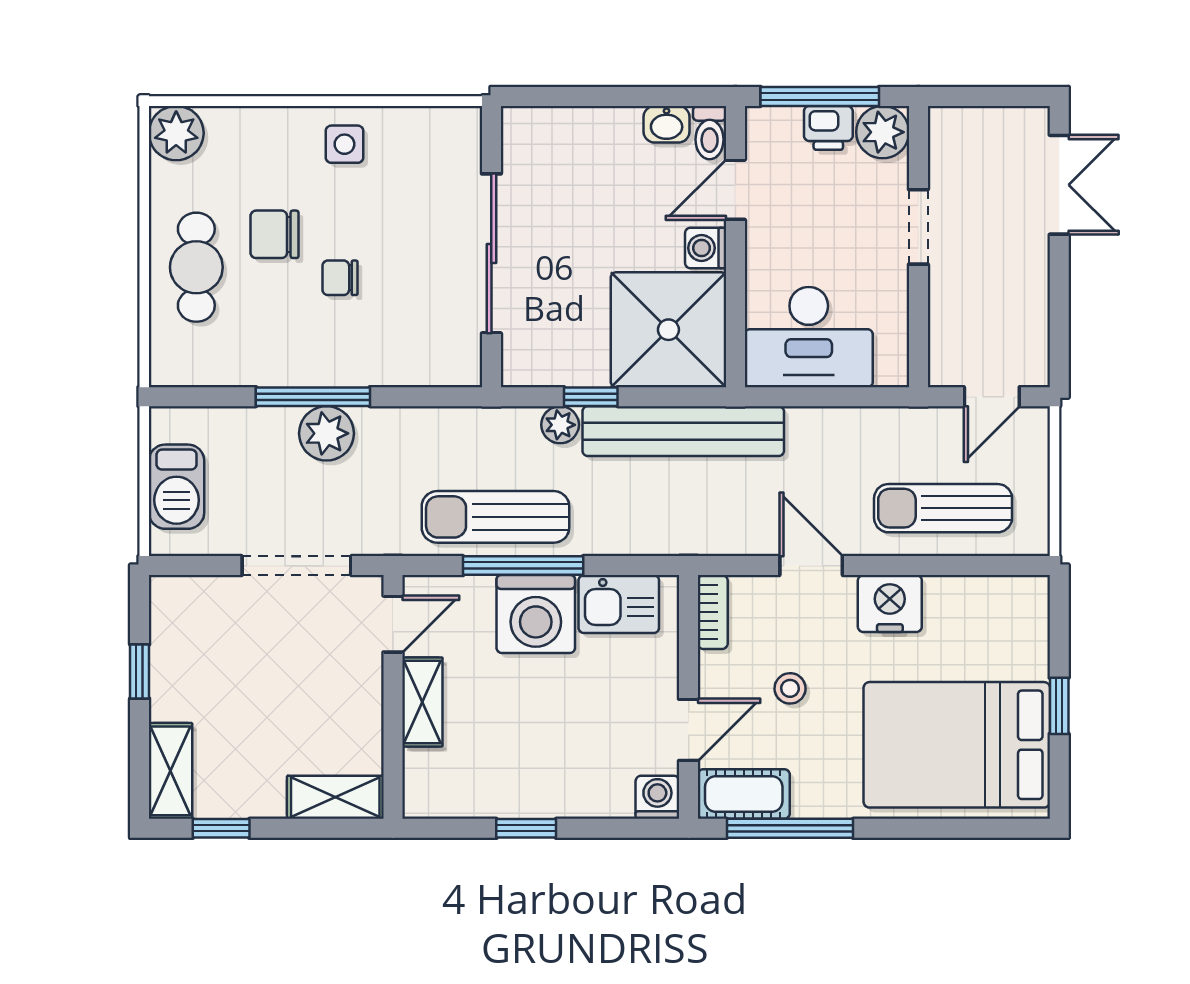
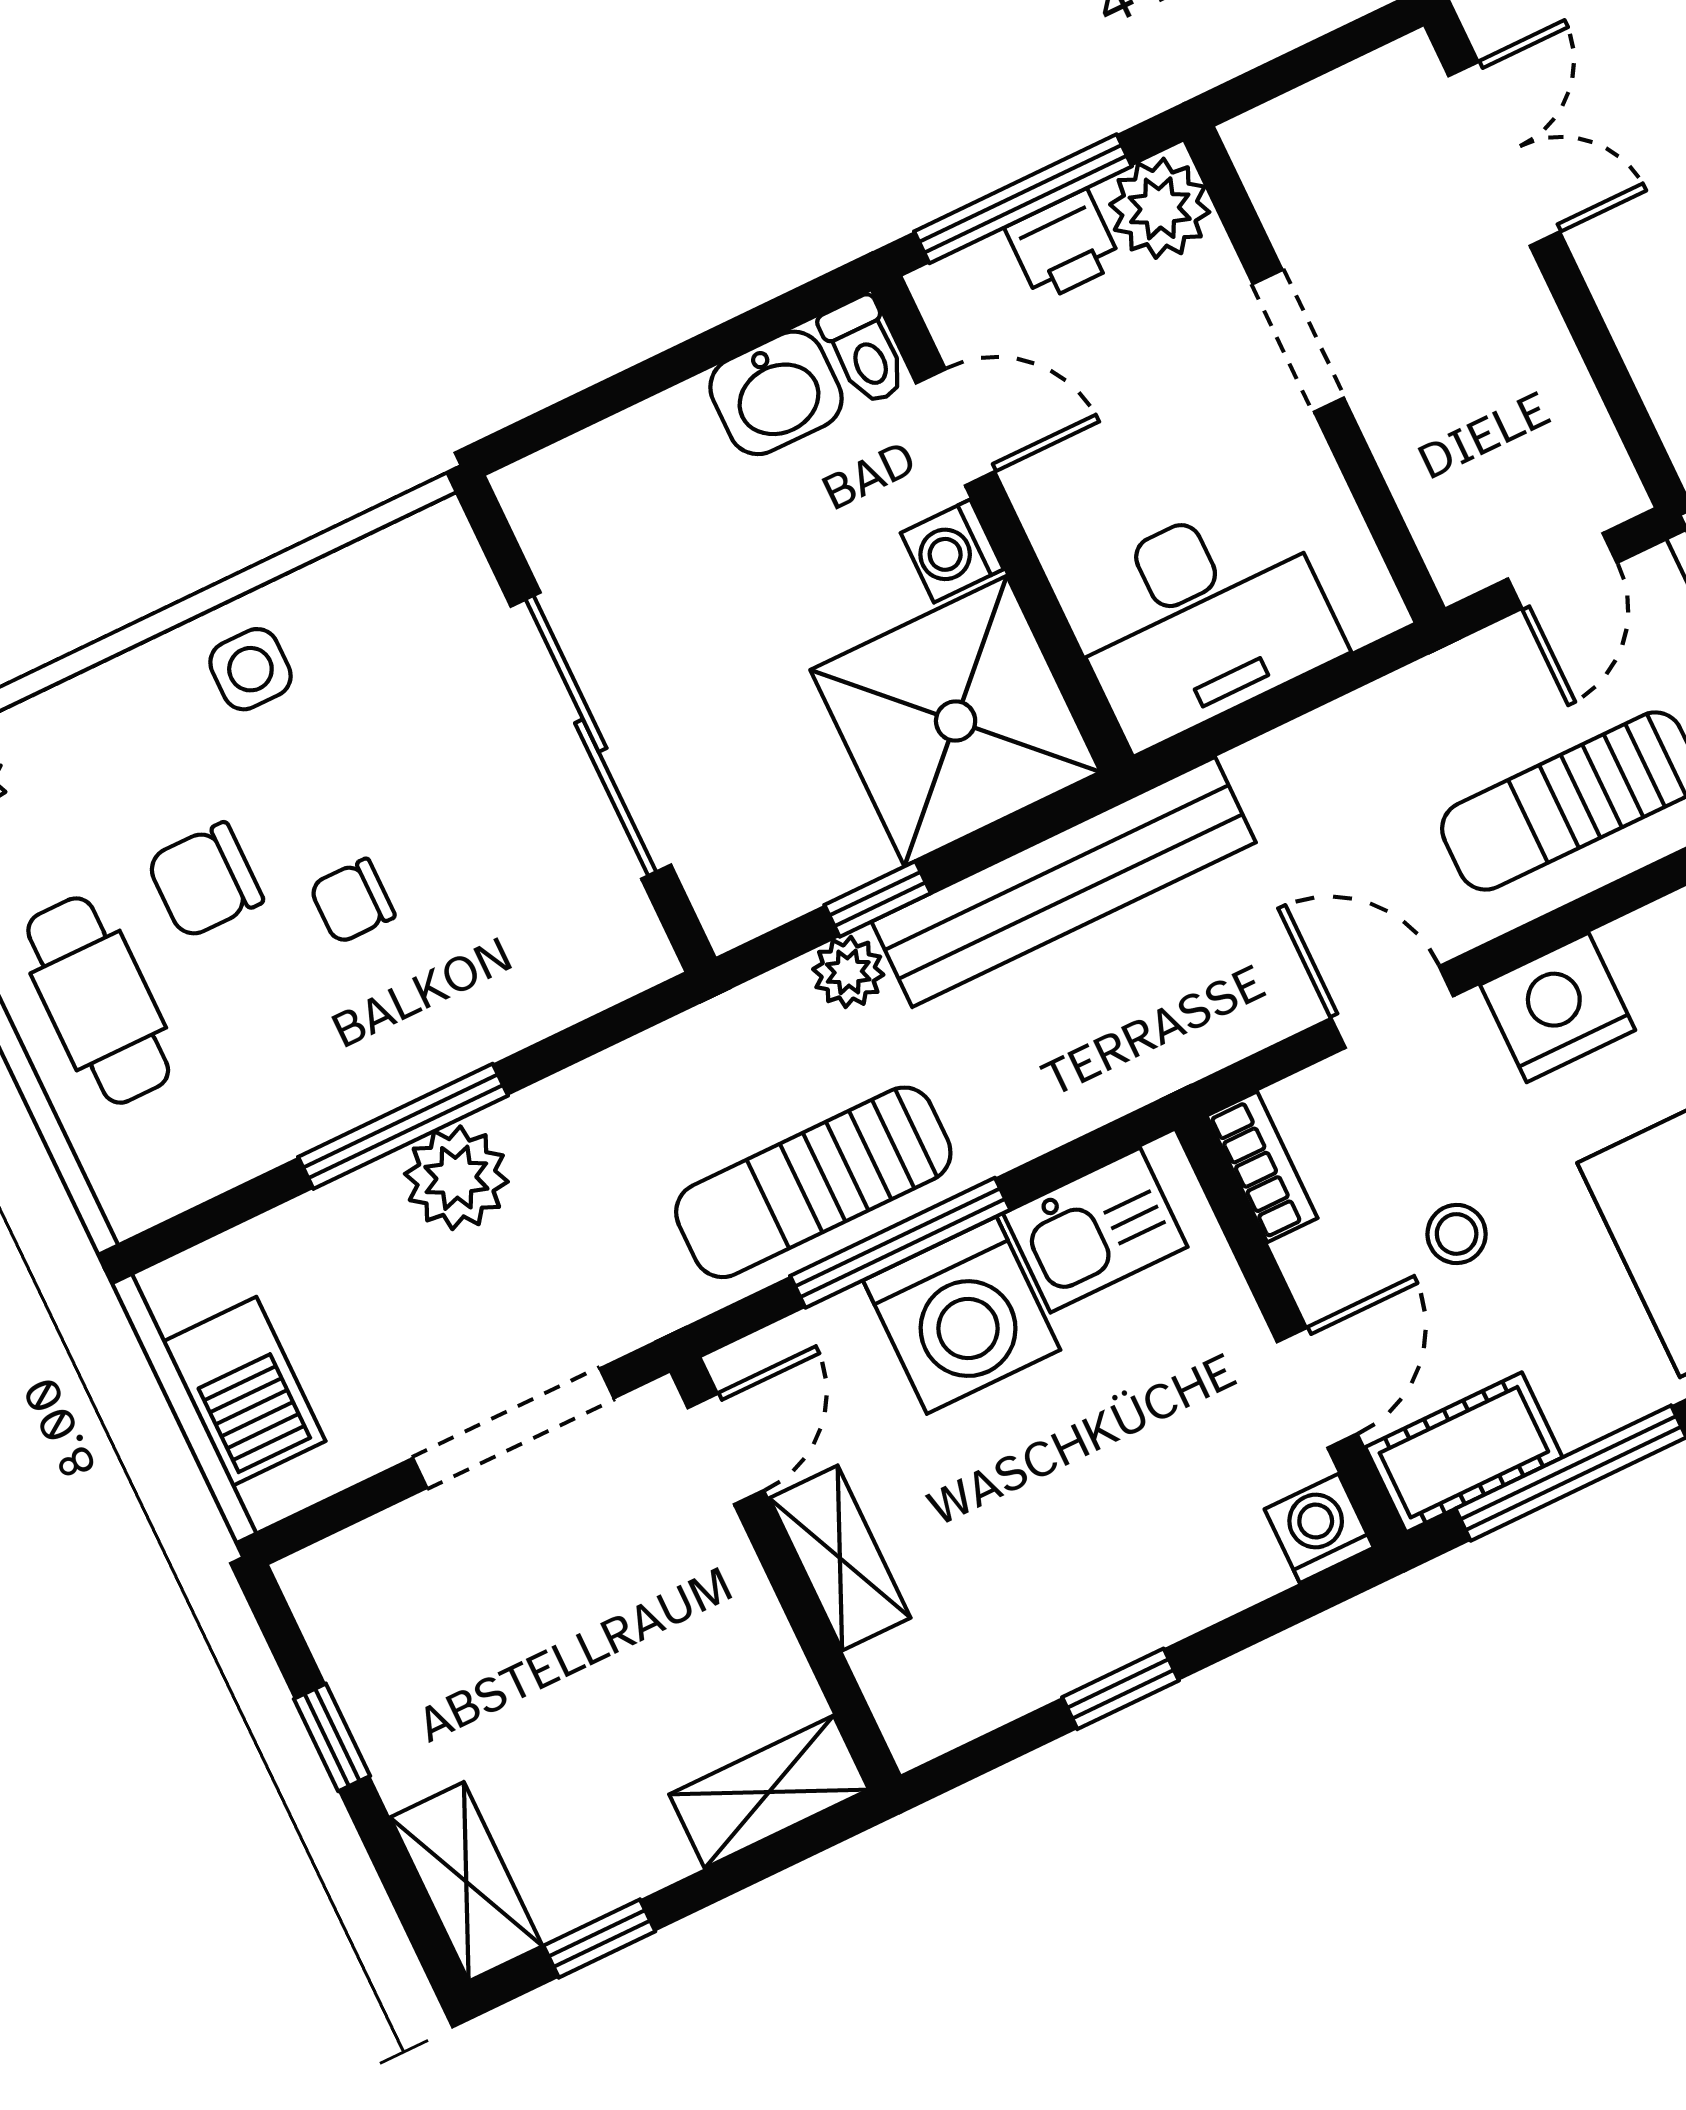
washbasin: (667, 124) -> (776, 393), width x1.38, depth x1.45
door: (735, 190) -> (955, 427), swing flipped

